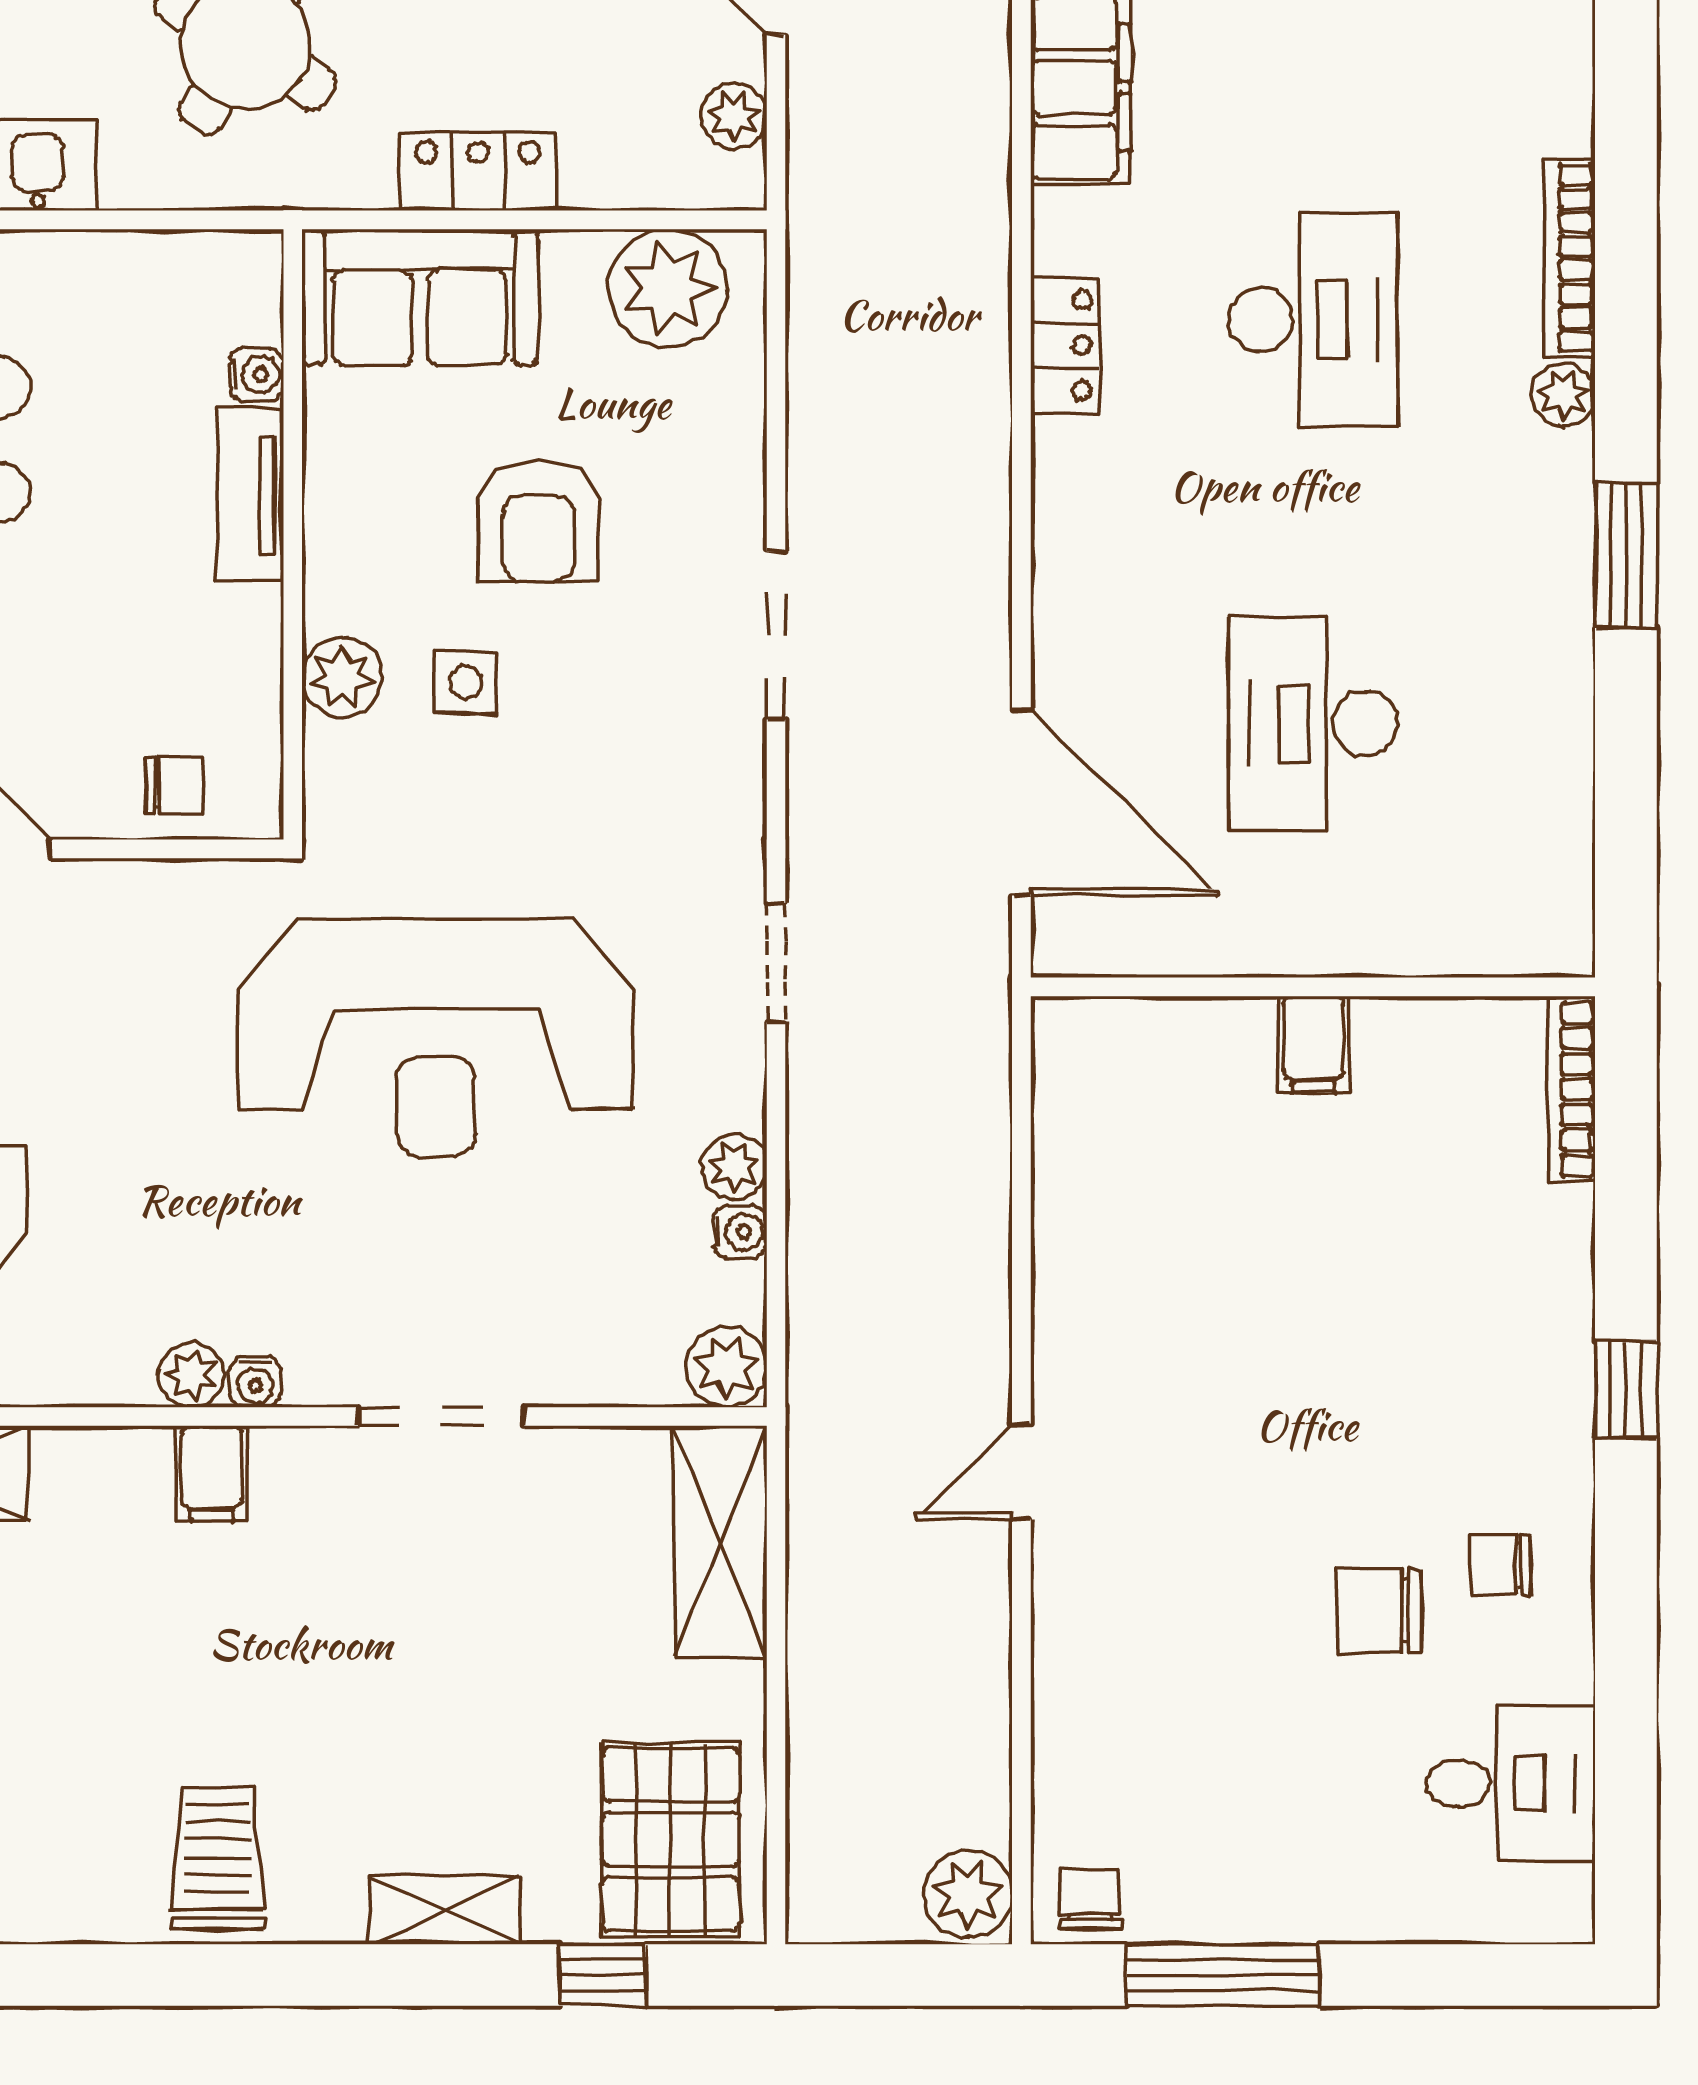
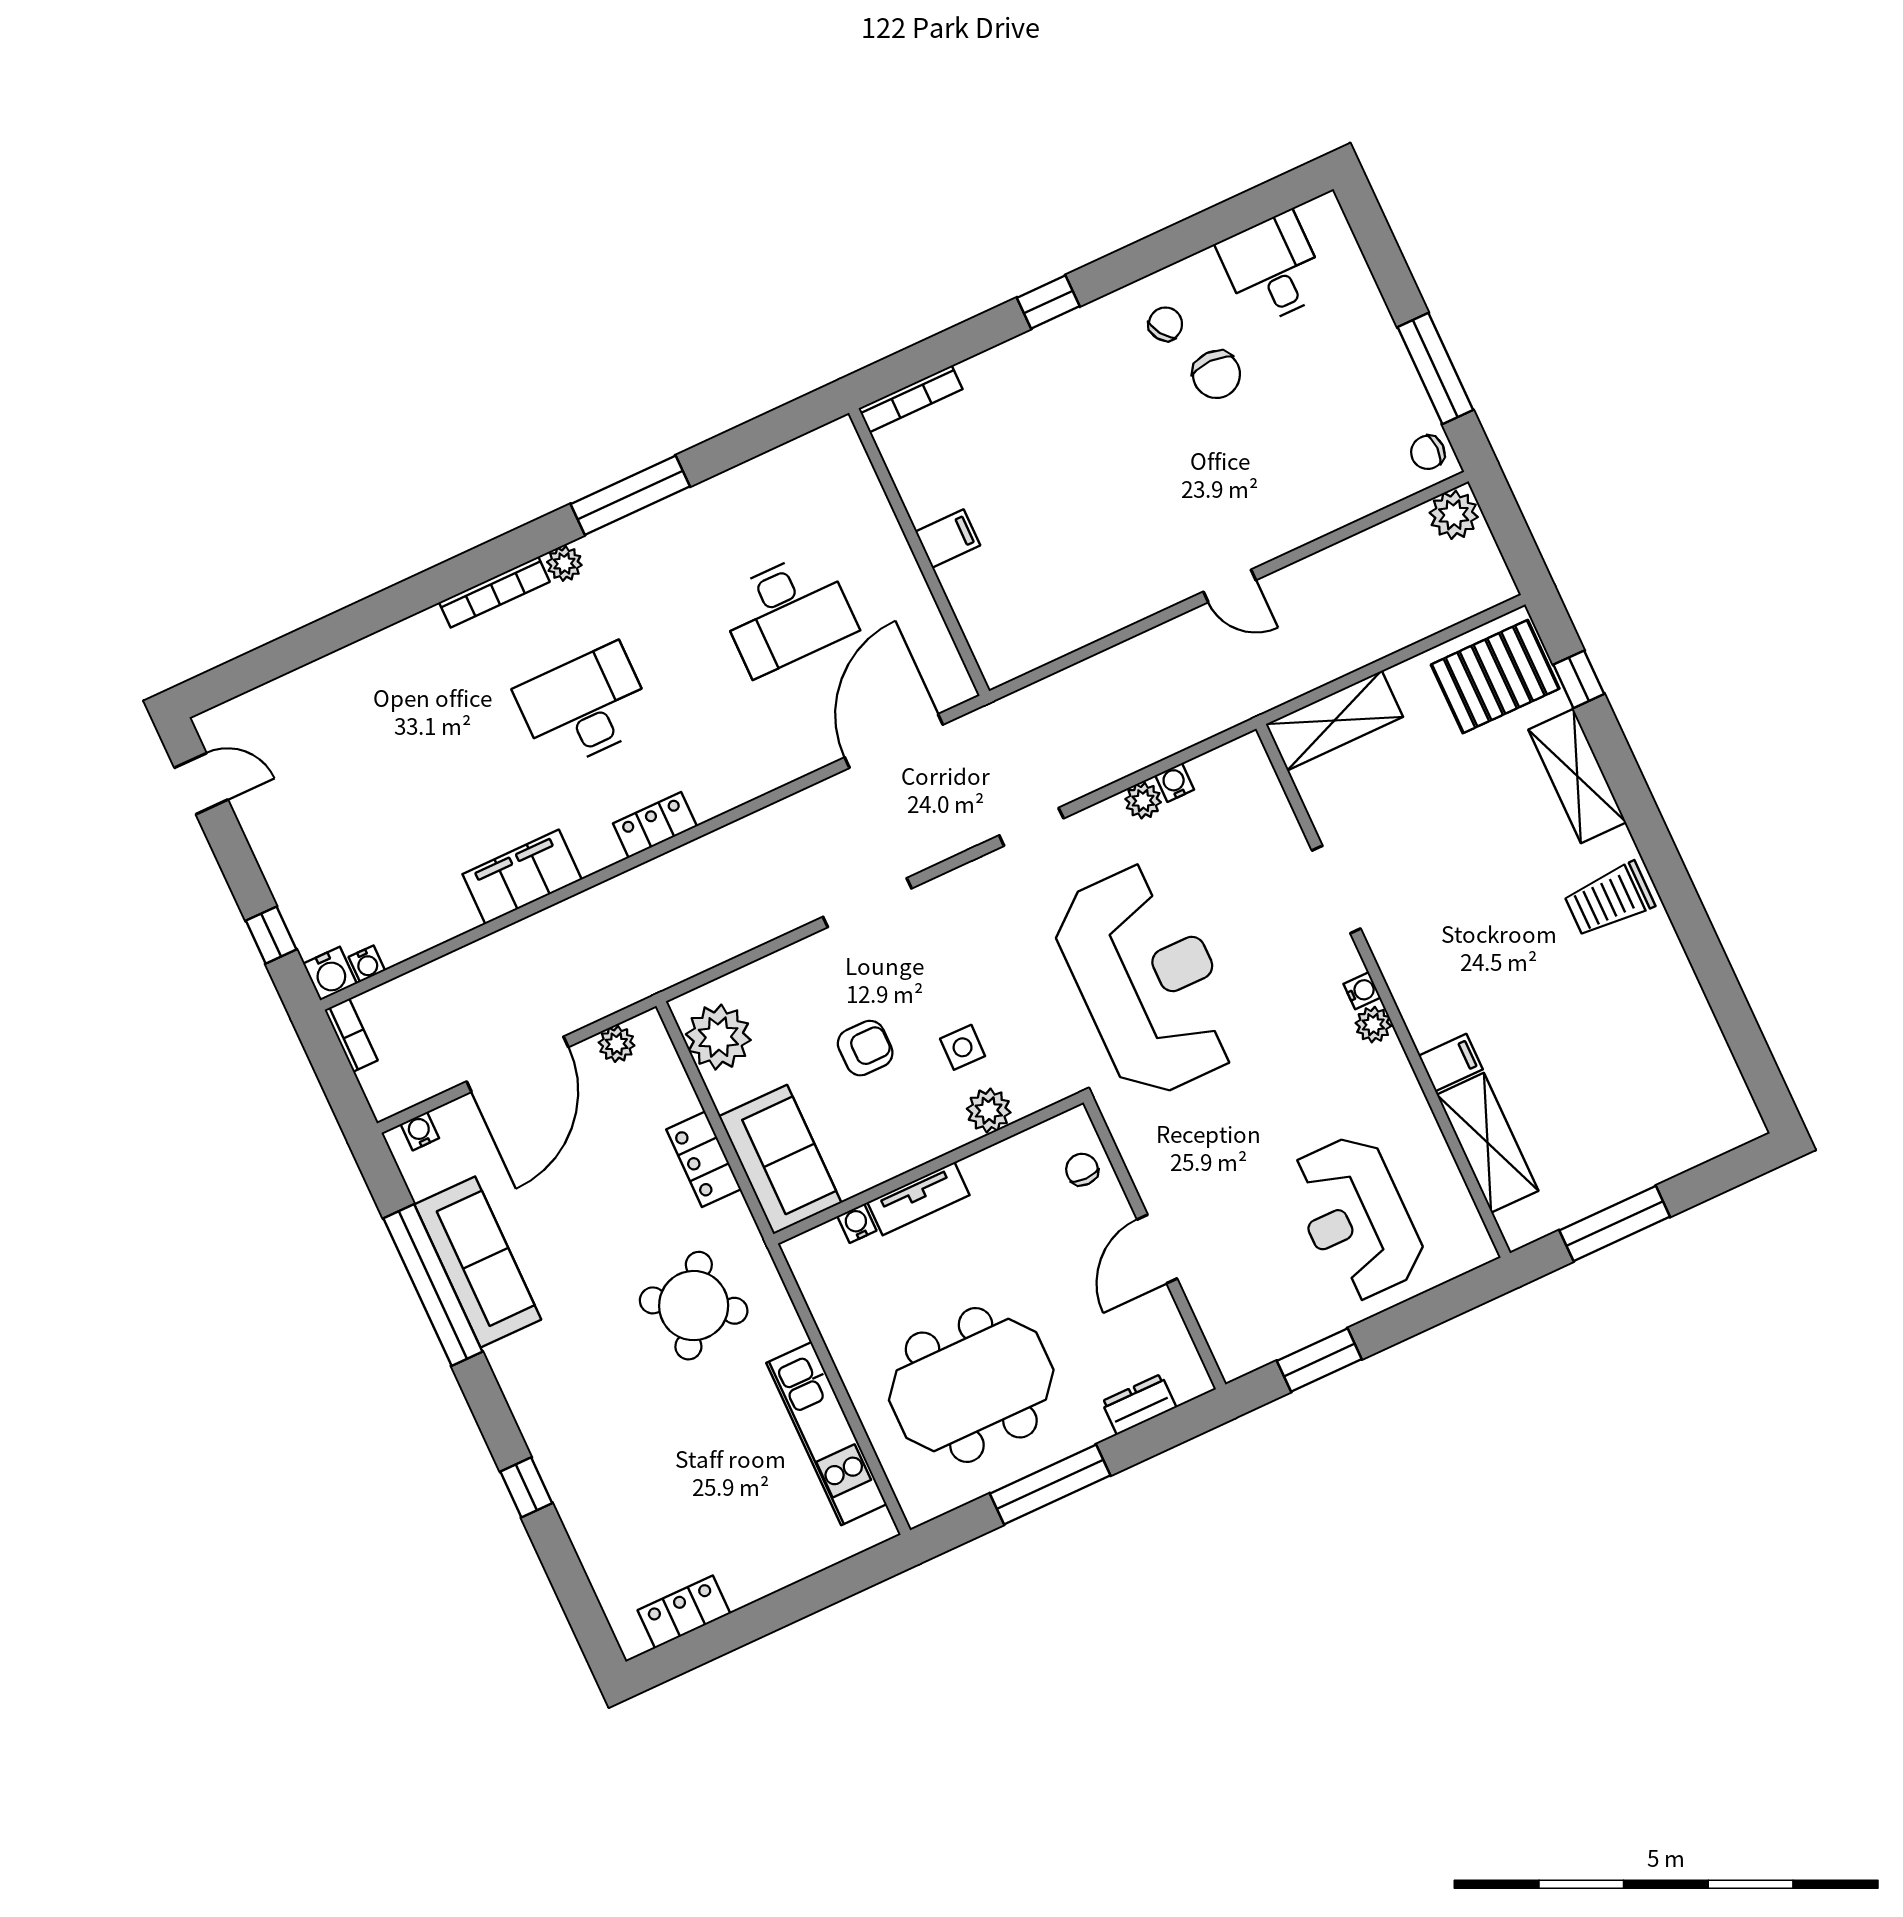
armchair: (539, 522) -> (865, 1048), width x0.72, depth x0.72
window: (1626, 555) -> (630, 495), width x1.44
plant: (726, 1367) -> (1245, 758), removed
filing cabinet: (212, 1473) -> (1451, 1063), moved
chair: (1501, 1565) -> (1165, 324), turned -124
shelving: (445, 1910) -> (1577, 776), width x1.50, depth x1.33

